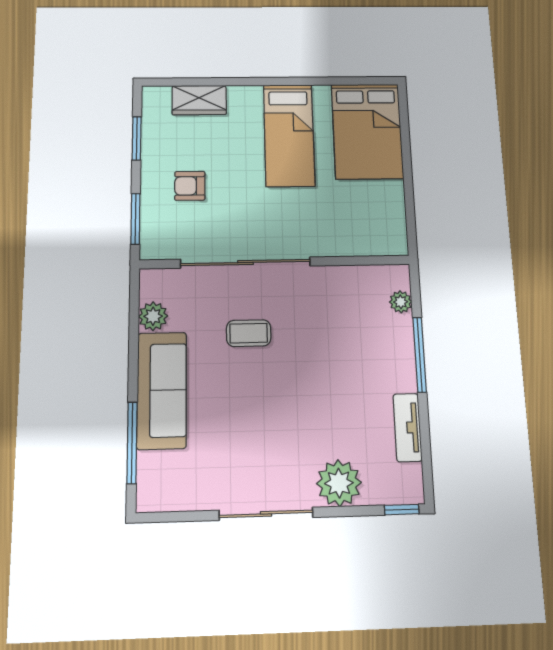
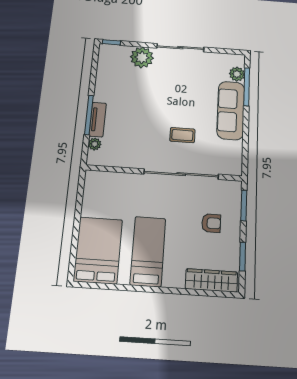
wardrobe: (199, 100) -> (211, 280), width x1.50
plant: (153, 316) -> (237, 74), moved
tv unit: (407, 427) -> (98, 120), moved

